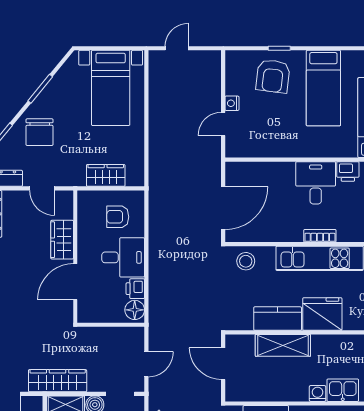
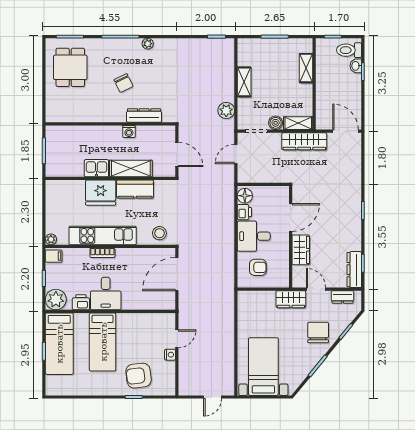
armchair: (273, 76) -> (139, 376), turned -104
bed: (323, 88) -> (103, 342), moved, turned 180
wardrobe: (106, 175) -> (291, 299), moved
kitchen sink: (343, 390) -> (96, 168), moved, turned 180
washing machine: (318, 393) -> (129, 131), moved

